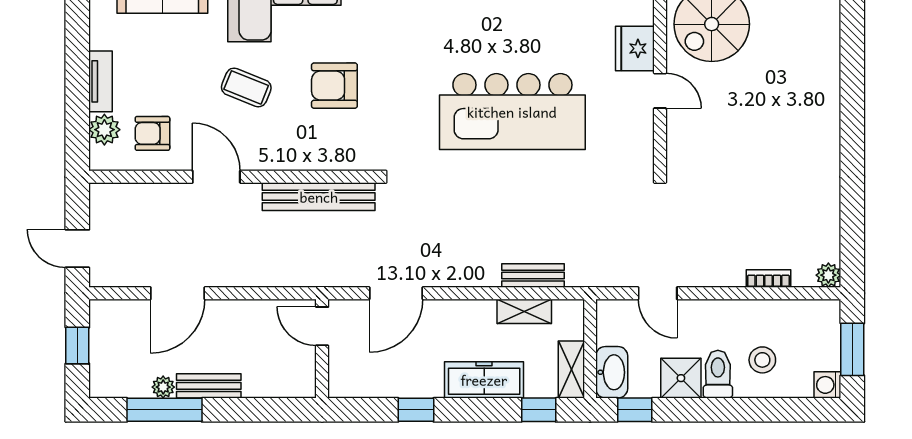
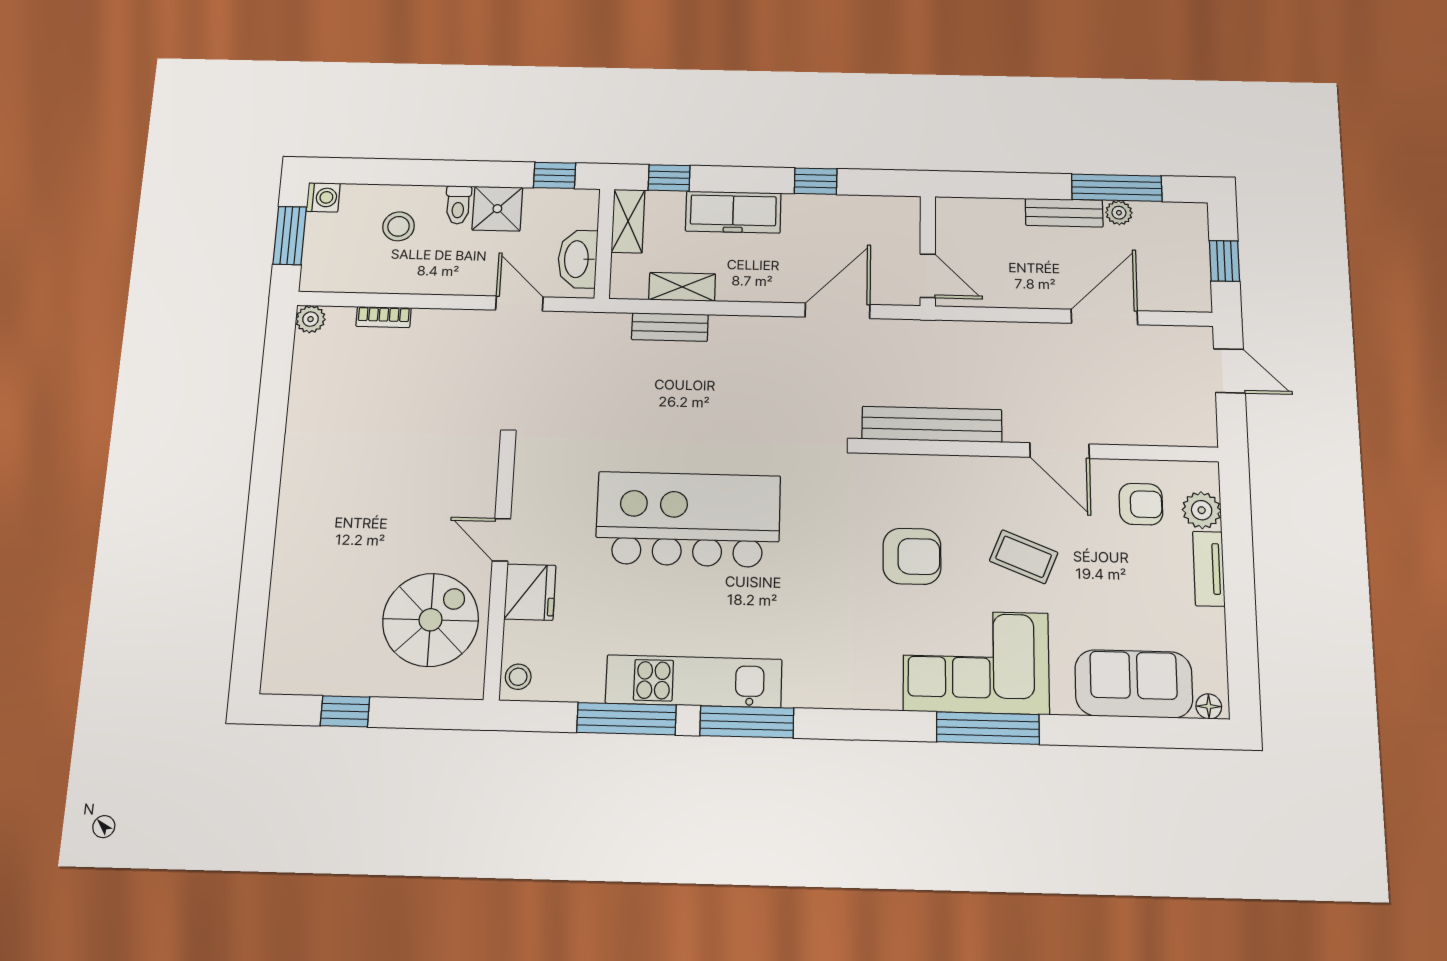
washbasin: (612, 372) -> (578, 259), moved
toilet: (718, 374) -> (458, 205), width x0.73, depth x0.72

